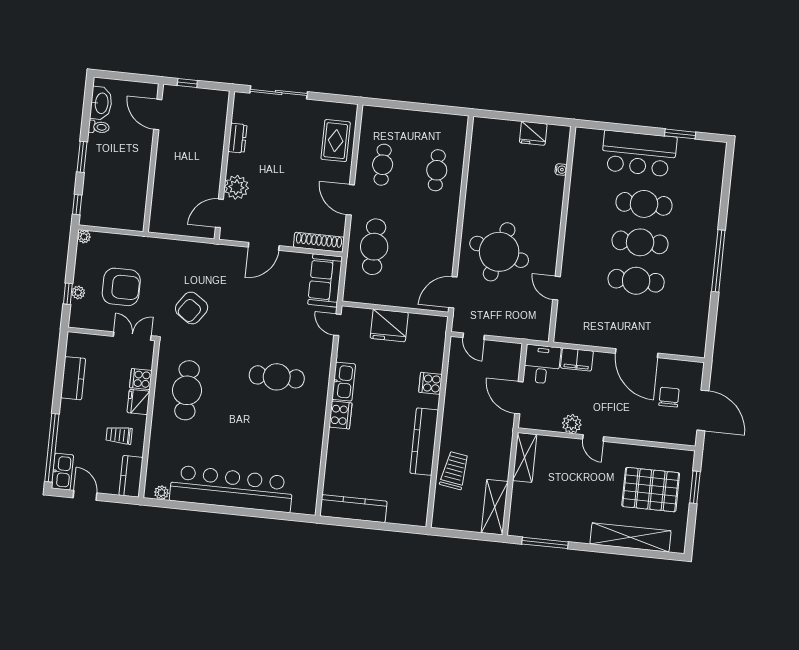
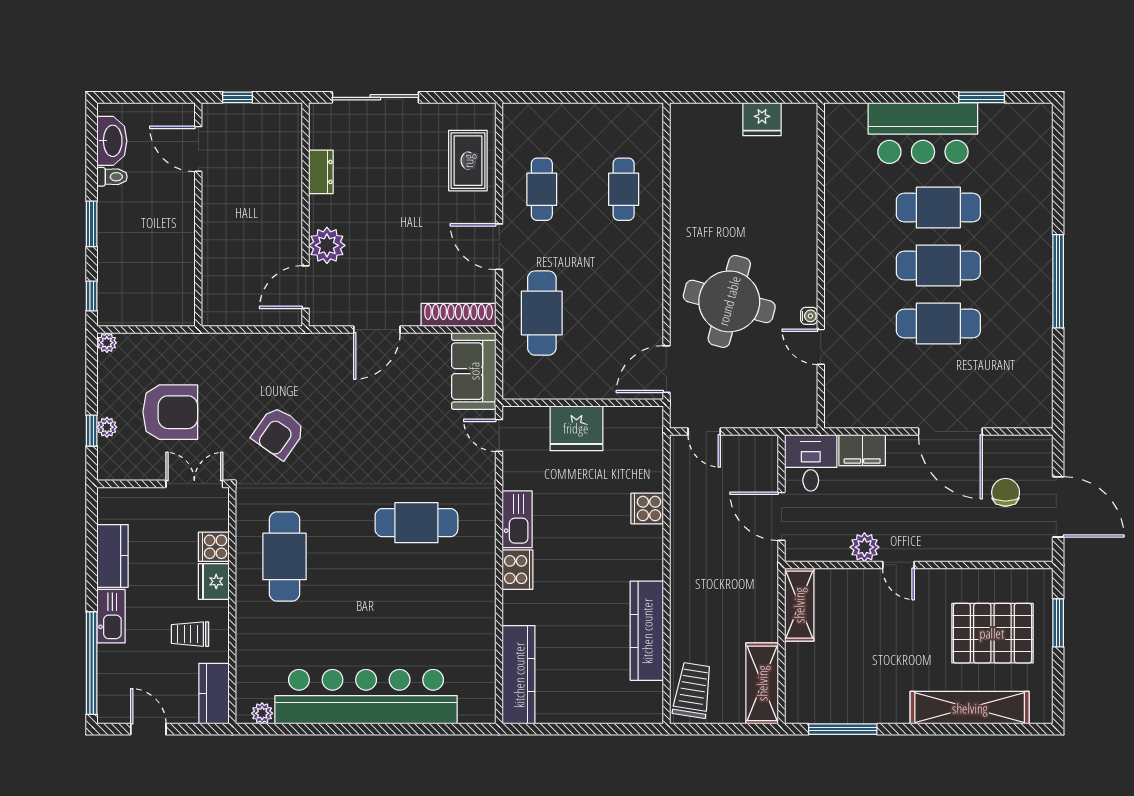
water cooler: (561, 169) -> (809, 316), moved
kitchen counter: (424, 442) -> (647, 631), moved
trolley: (455, 470) -> (693, 690), moved
kitchen sink: (62, 472) -> (111, 616), moved
kitchen counter: (353, 509) -> (519, 675), moved, turned 90

